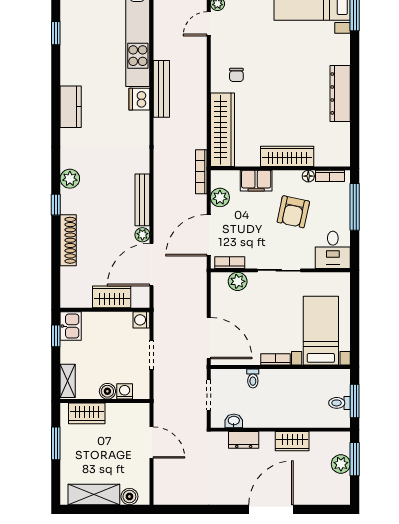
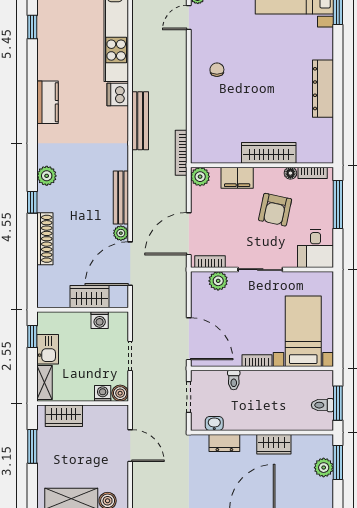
chair: (236, 75) -> (217, 70), turned 180
bench: (161, 89) -> (140, 121), moved
wardrobe: (223, 130) -> (203, 126), removed
bookcase: (201, 172) -> (181, 153), moved
plant: (220, 197) -> (200, 177), moved
washing machine: (141, 320) -> (100, 320), moved, turned -90
kitchen sink: (71, 326) -> (48, 349), moved
boiler: (107, 391) -> (120, 393), moved

